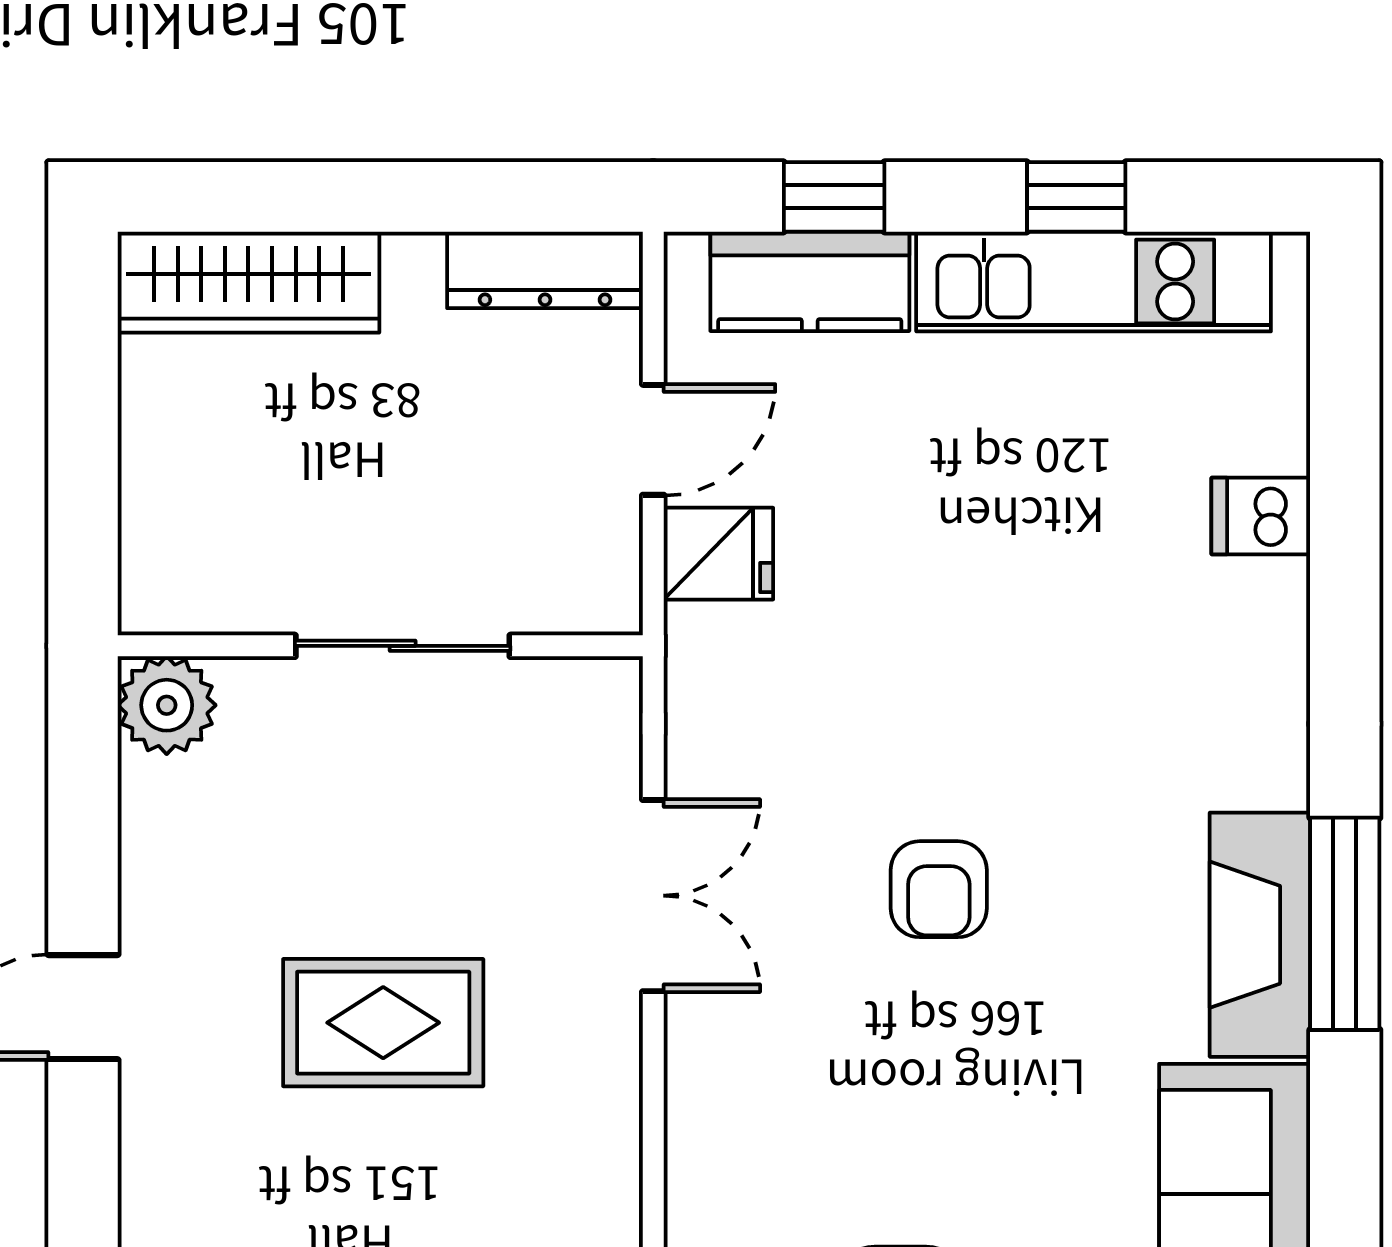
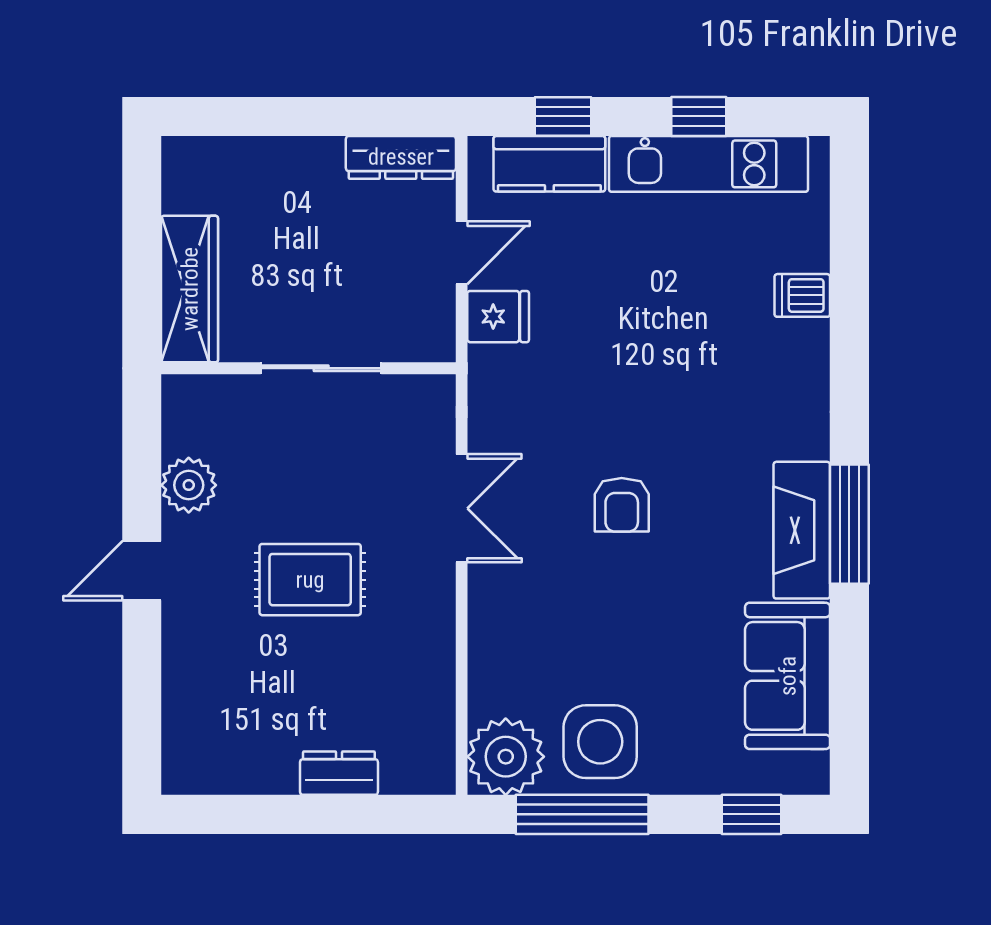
wardrobe: (248, 282) -> (190, 289), moved, turned -90
plant: (167, 705) -> (189, 485), moved

